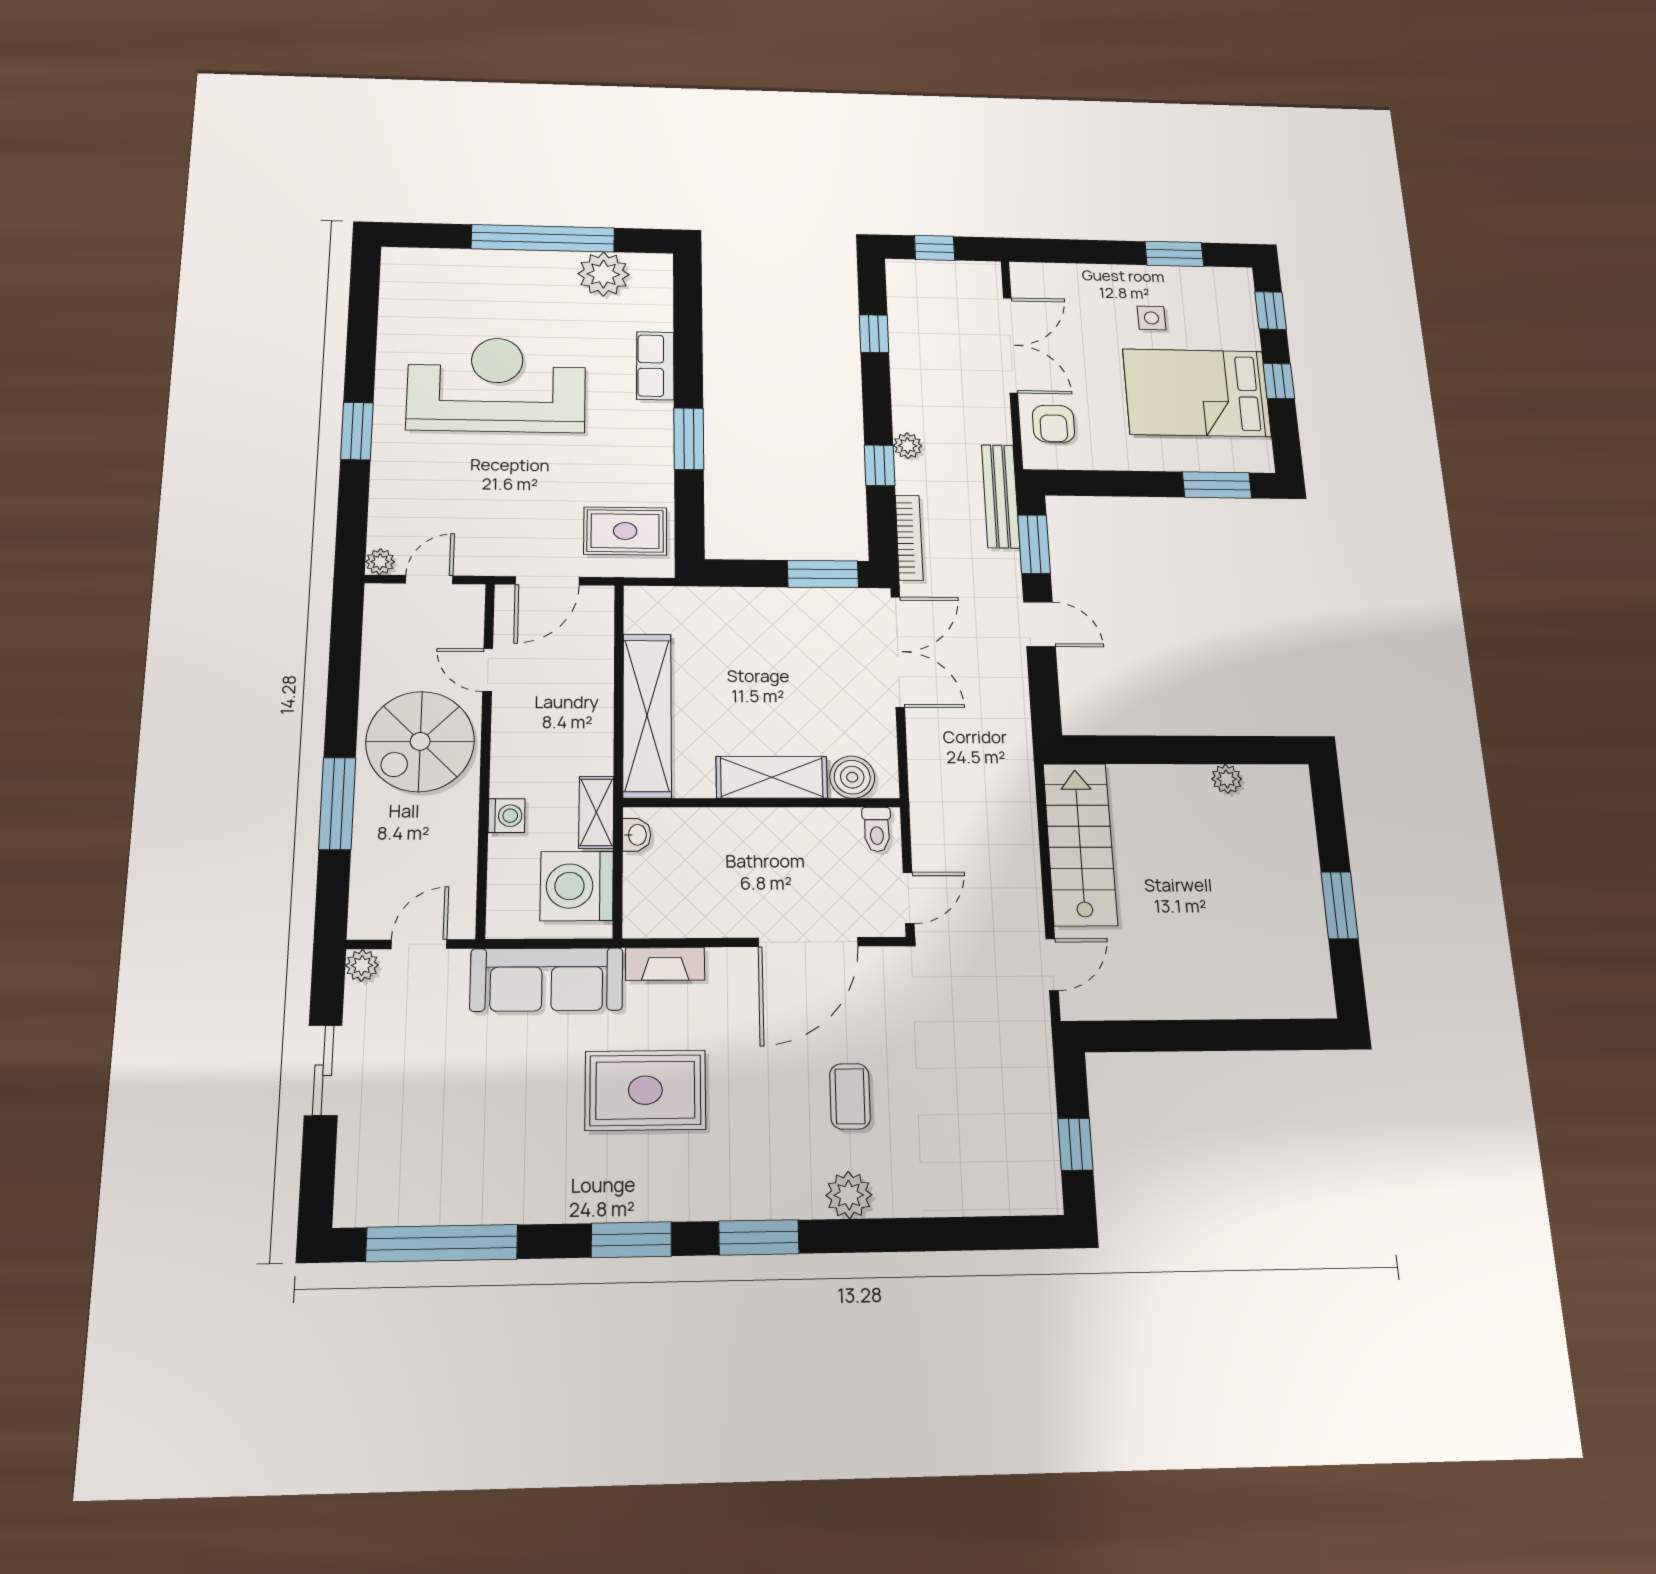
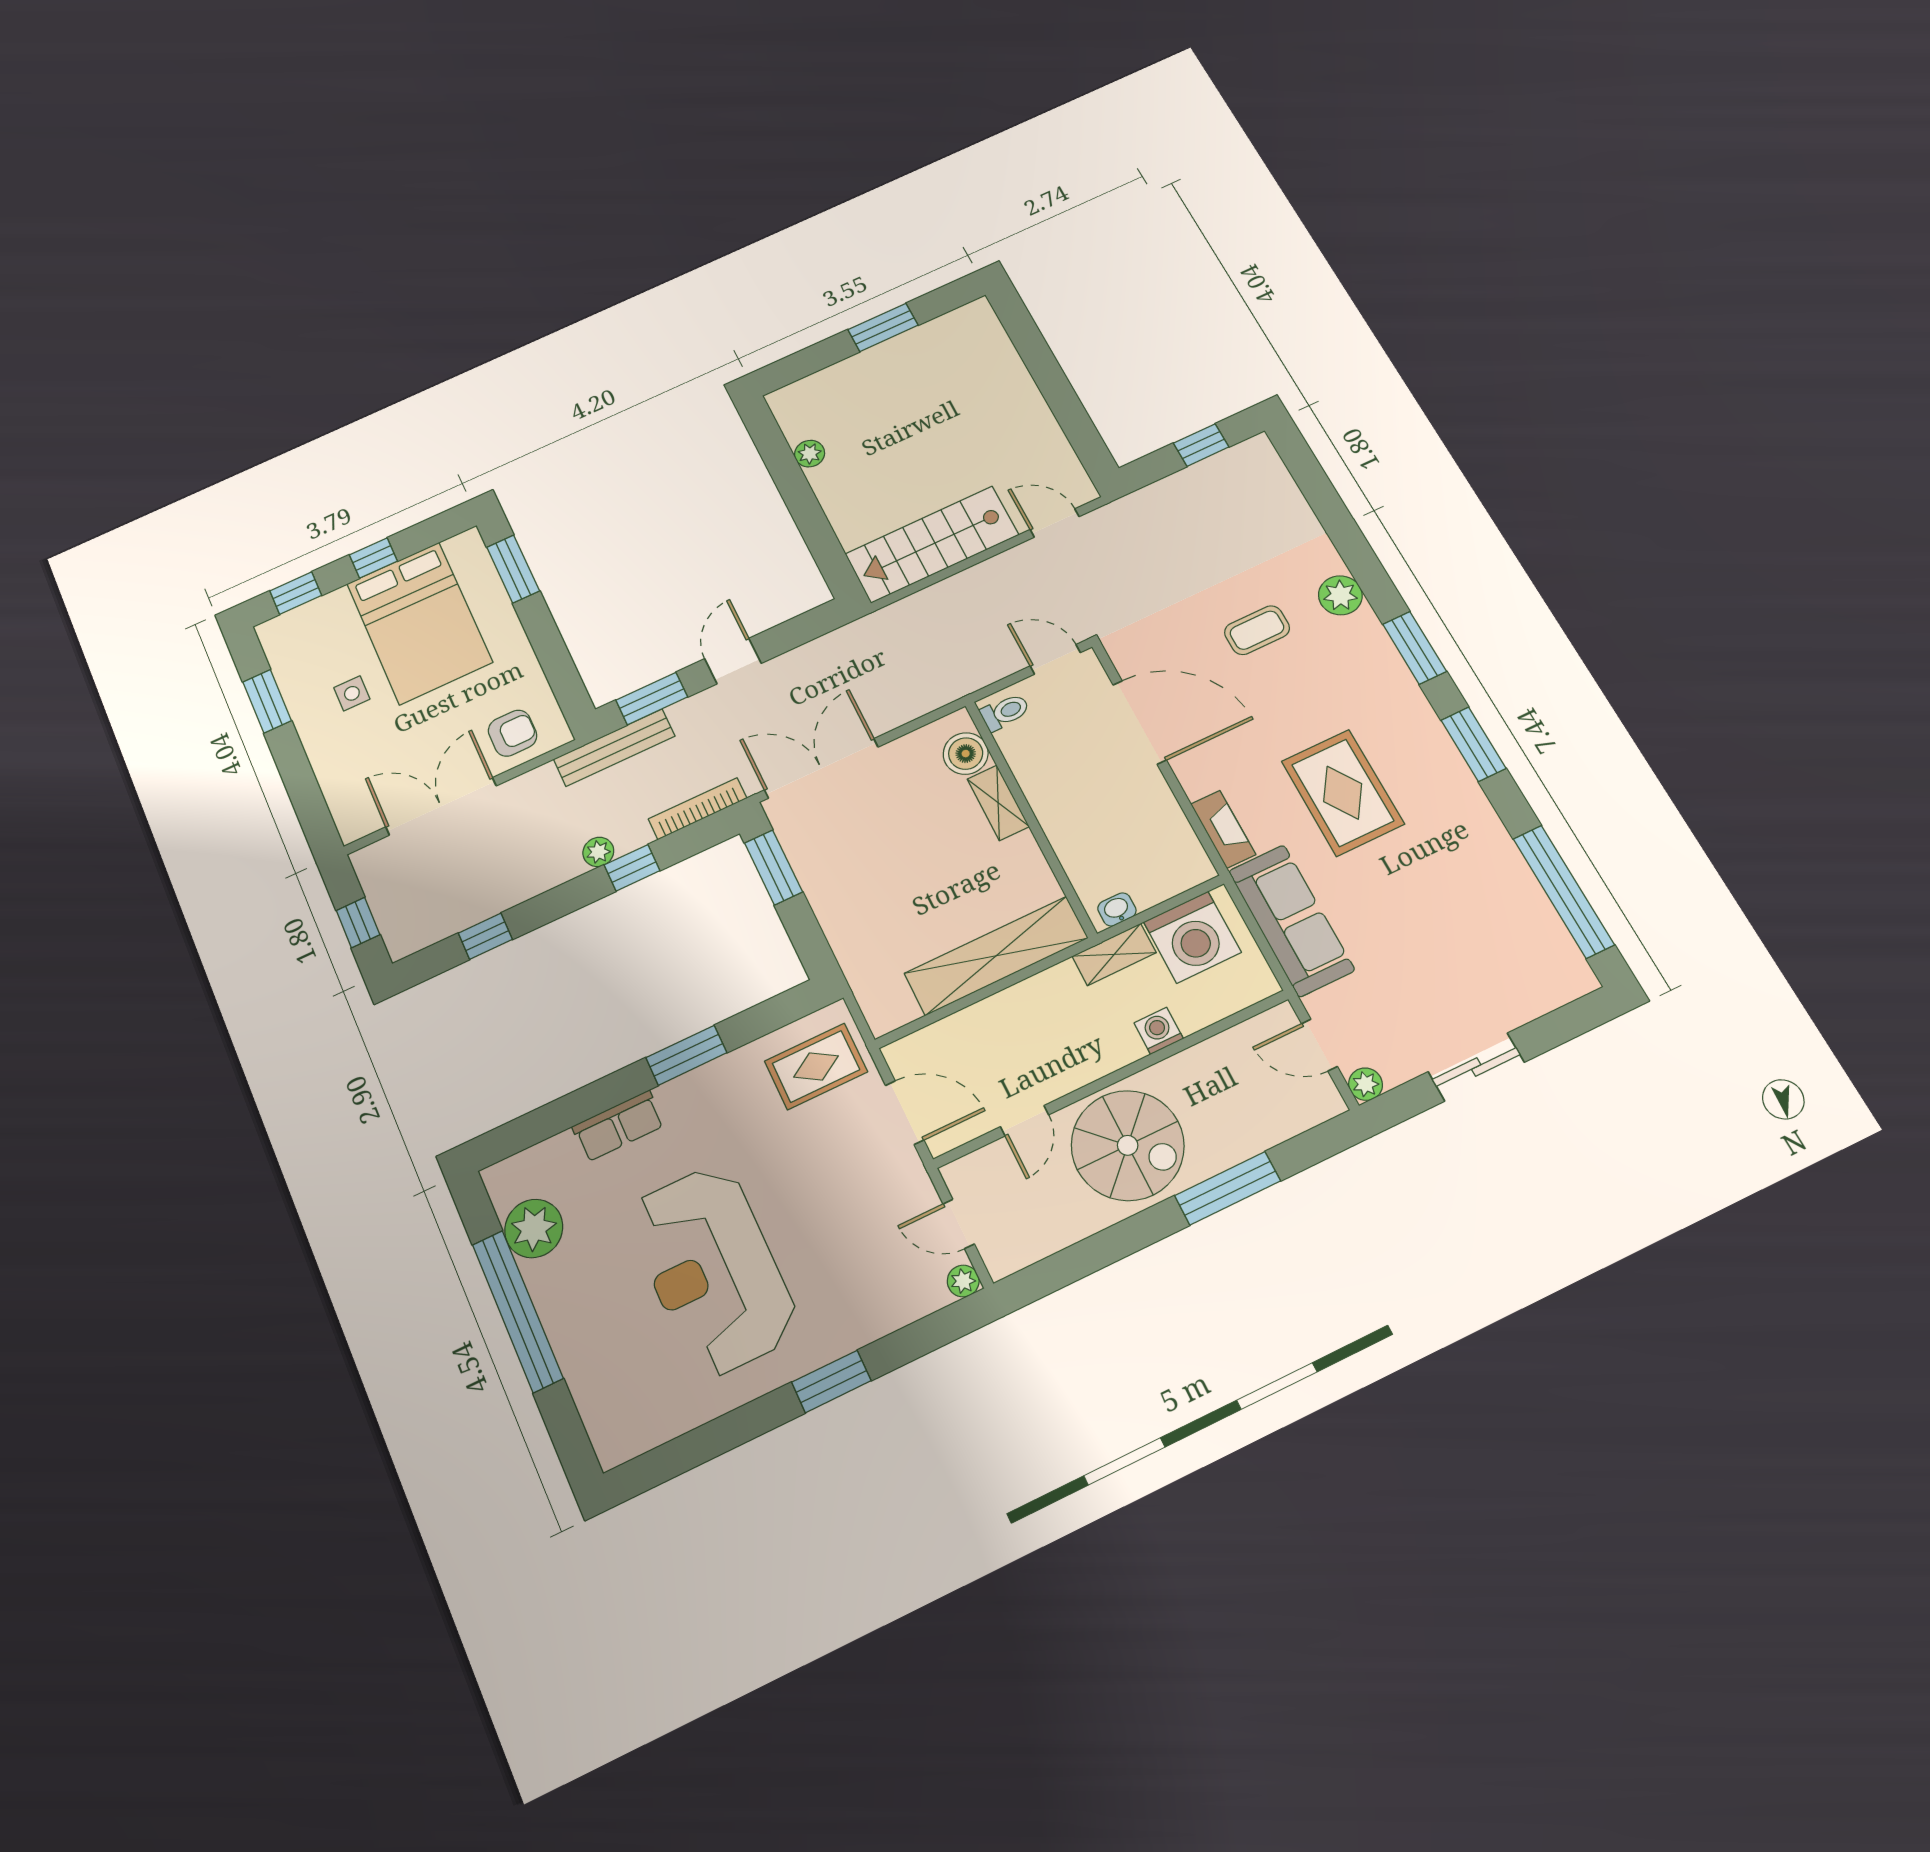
rug: (625, 531) -> (816, 1066), turned 90
shelving: (772, 777) -> (998, 803), width x0.67, depth x0.75

